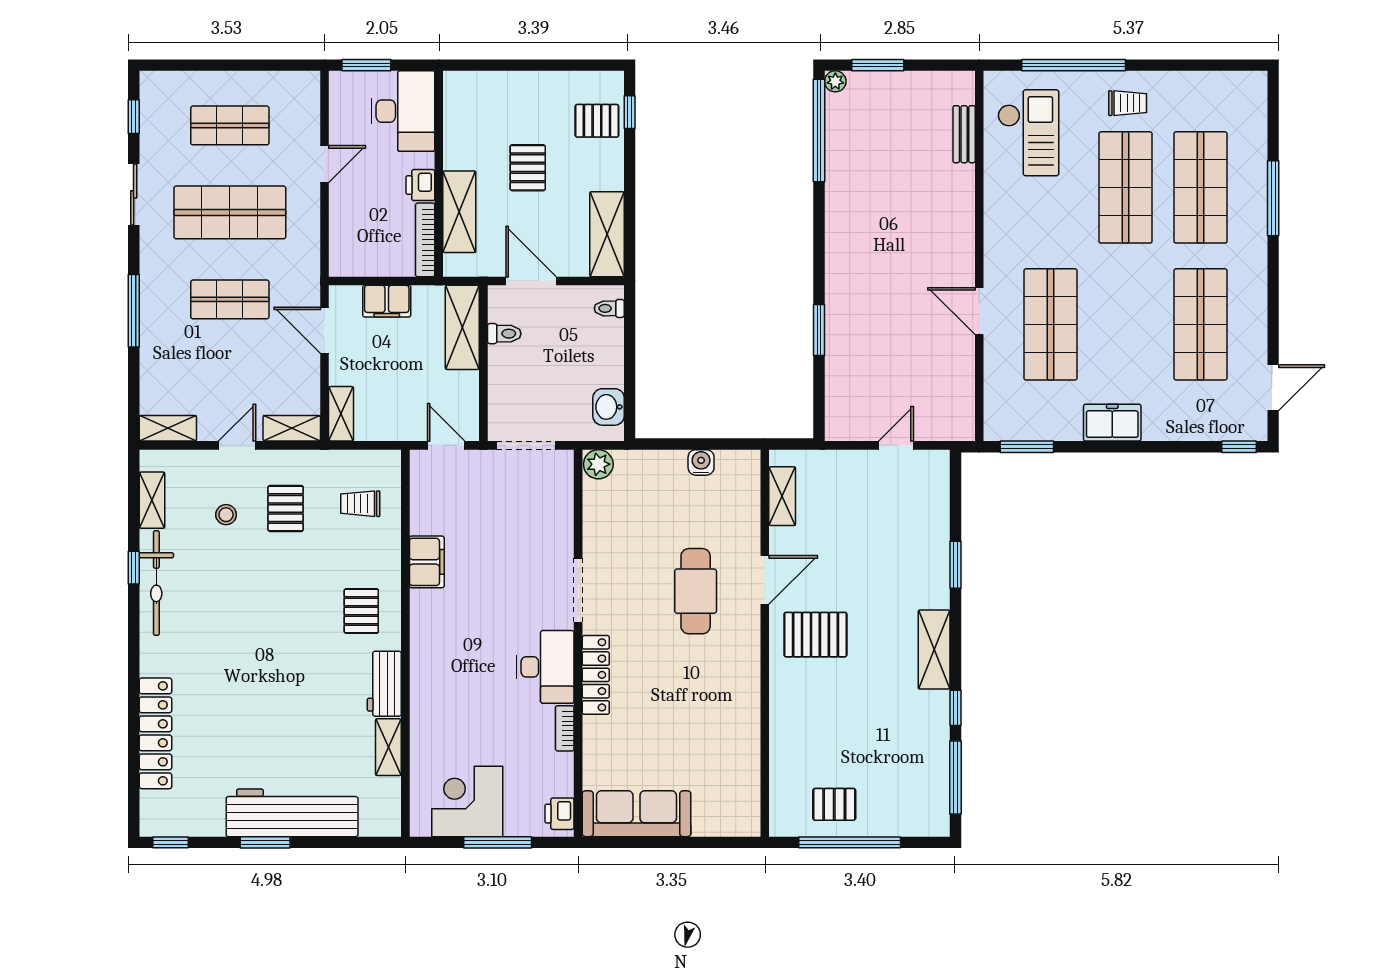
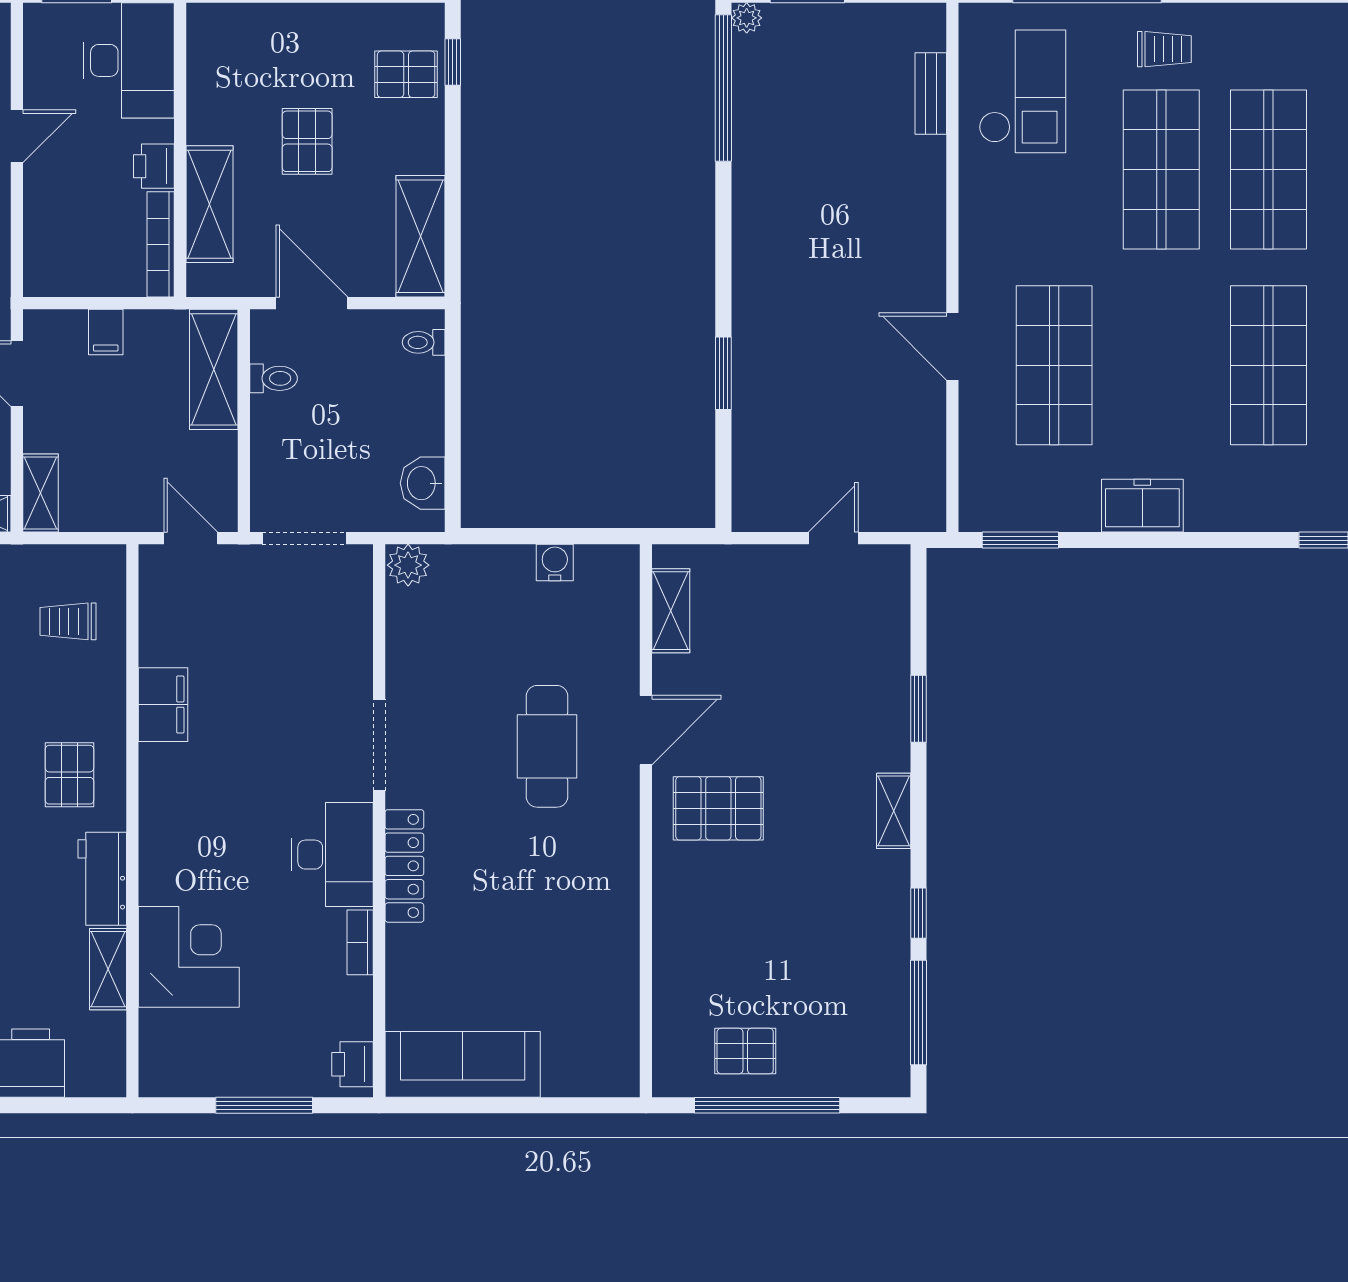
filing cabinet: (387, 301) -> (106, 332), width x0.50
shelving: (934, 650) -> (894, 811), width x0.67, depth x0.75
corner desk: (467, 801) -> (189, 957), moved, turned 90

